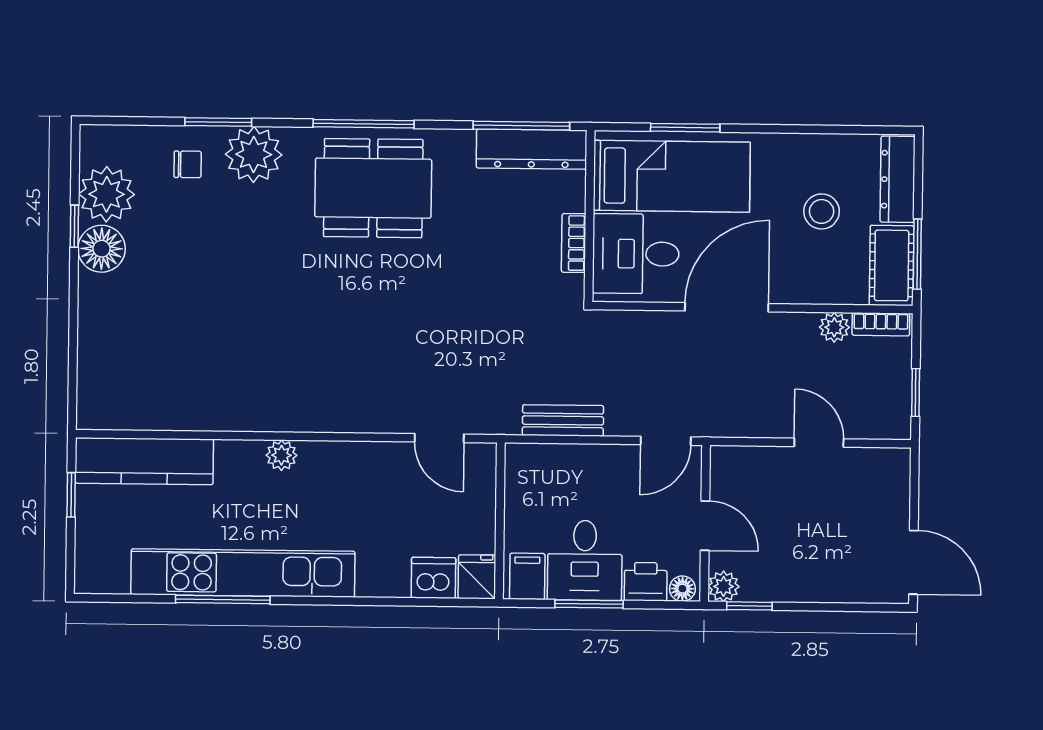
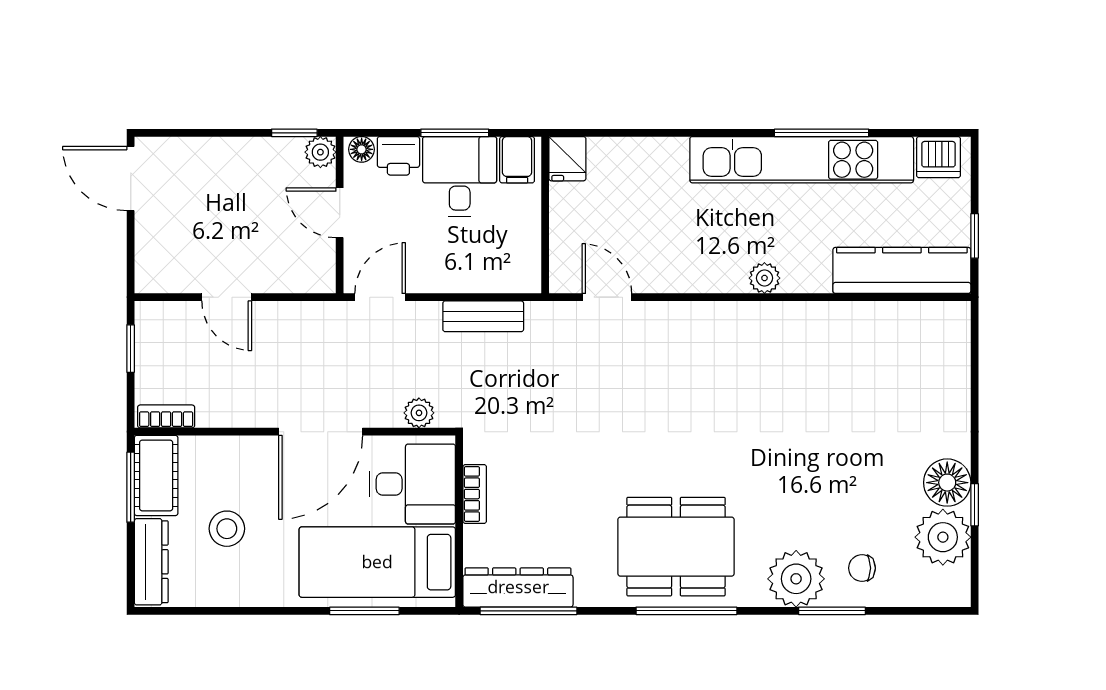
plant: (834, 327) -> (419, 413), moved
dishwasher: (433, 578) -> (938, 157), moved

